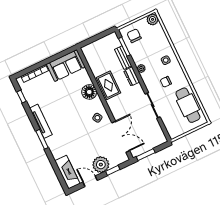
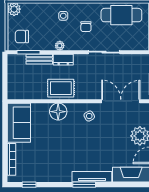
tv unit: (41, 121) -> (92, 177), moved

